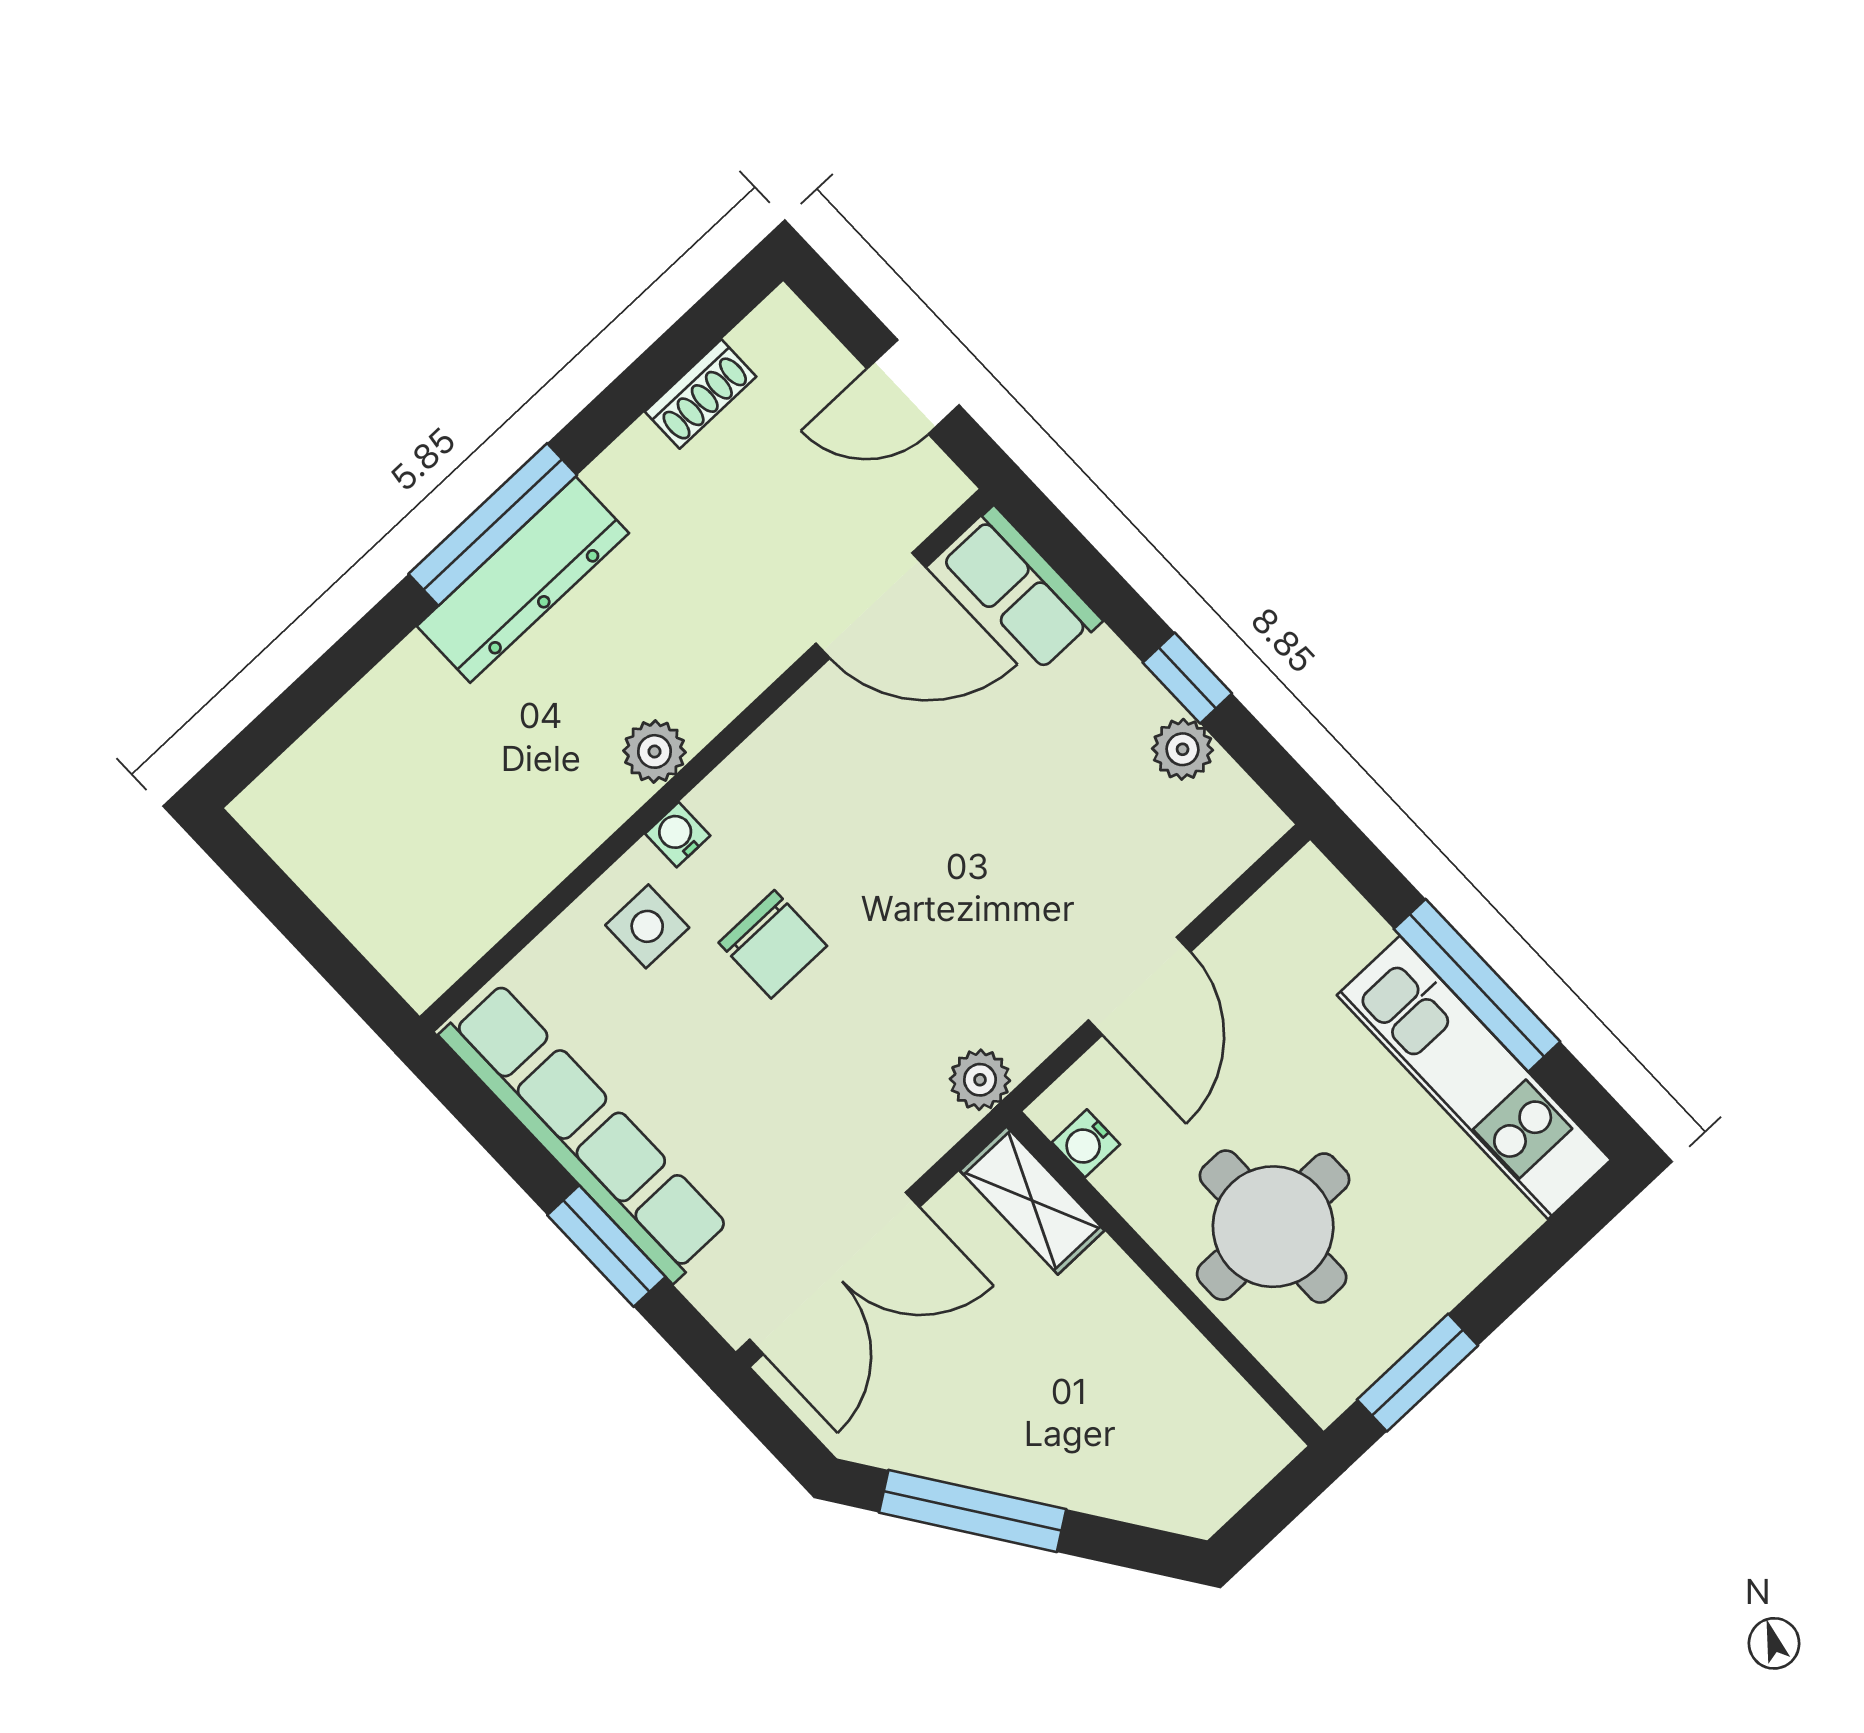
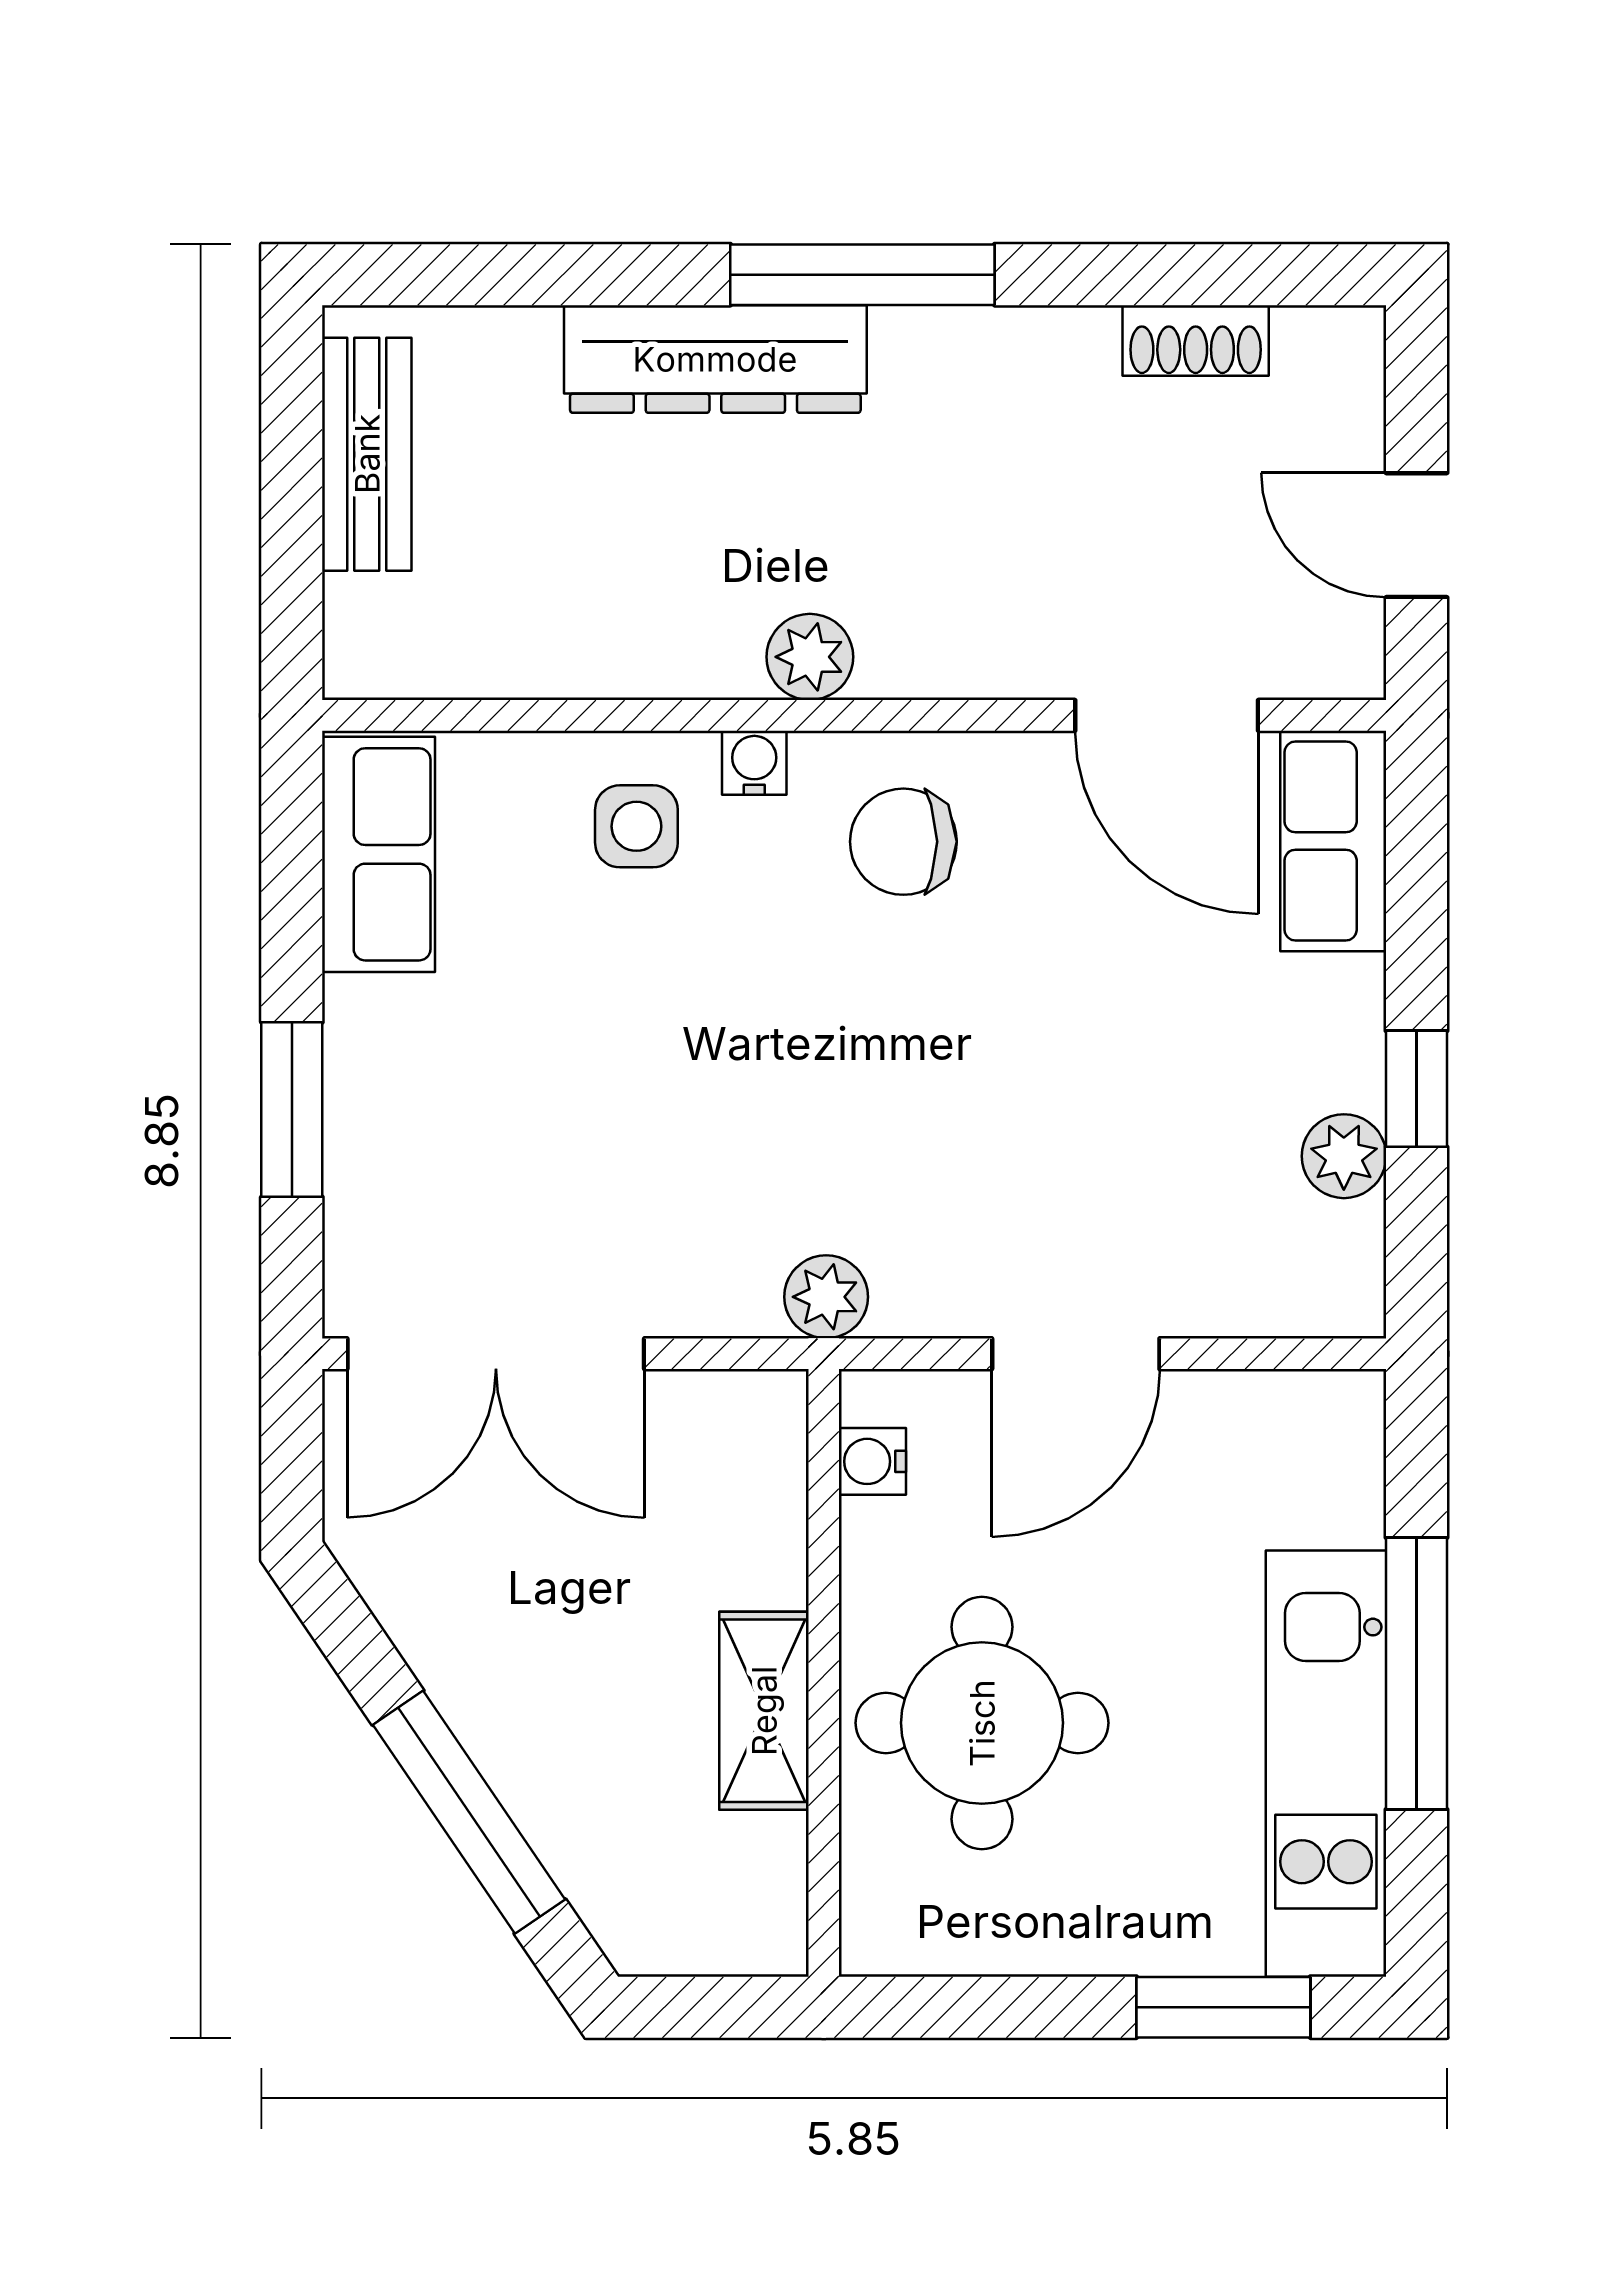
dresser: (523, 580) -> (715, 359), moved
bench: (321, 864) -> (367, 454), added
chair: (773, 944) -> (903, 842), moved, turned 90
row of seats: (585, 1132) -> (379, 854), width x0.50
shelving: (1032, 1201) -> (764, 1711), moved
window: (1418, 1373) -> (1223, 2007), moved
window: (973, 1511) -> (469, 1812), moved

